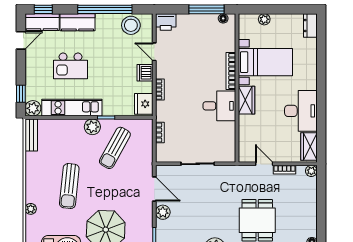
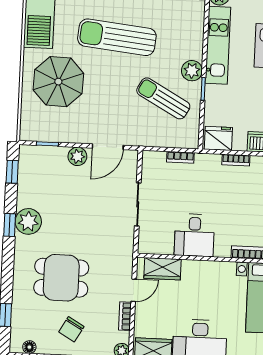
wardrobe: (247, 100) -> (163, 269), moved
desk: (219, 106) -> (194, 235), moved
sun lounger: (69, 186) -> (117, 37), width x1.36, depth x1.34
chair: (297, 211) -> (71, 329), added

